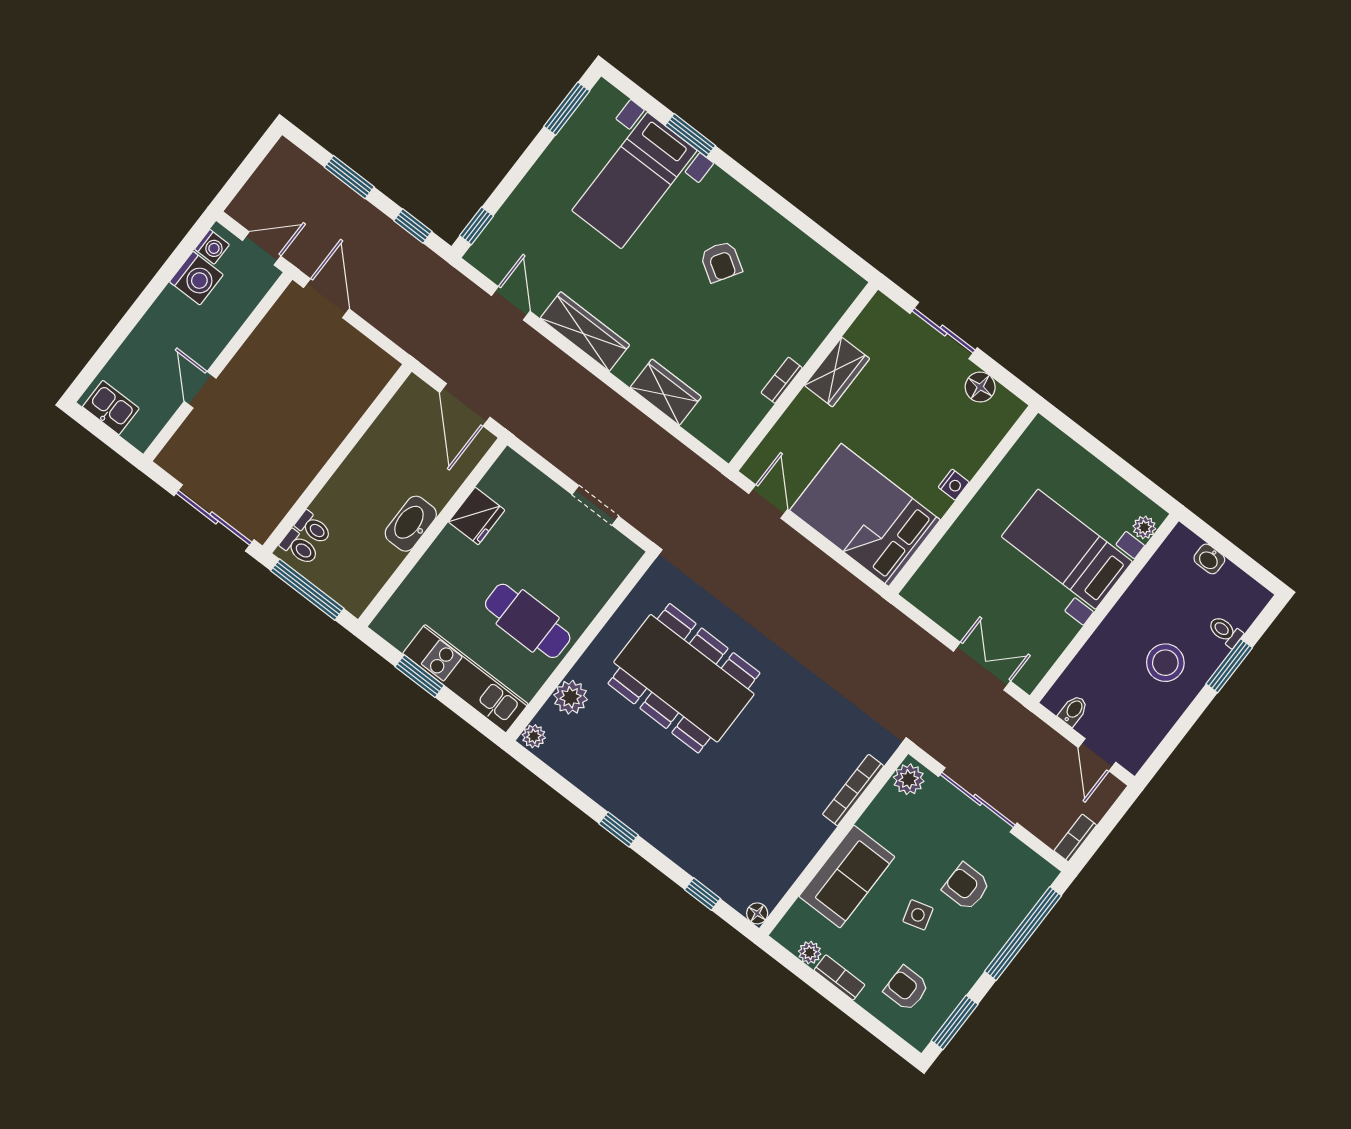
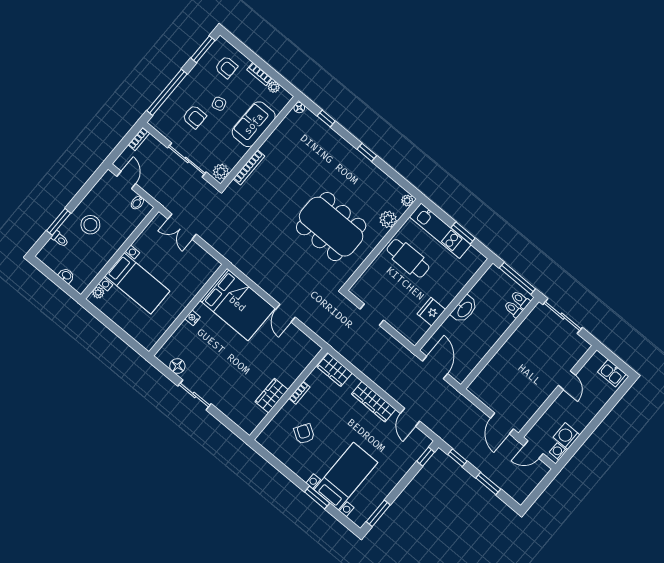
wardrobe: (837, 372) -> (272, 396), moved
wall: (803, 377) -> (288, 394), moved
bookcase: (782, 380) -> (299, 393), moved

